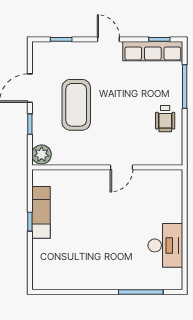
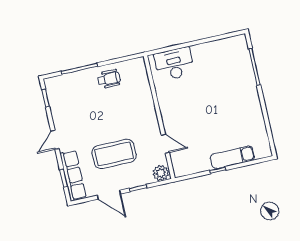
row of seats: (153, 51) -> (73, 175), moved
door: (121, 167) -> (165, 144), moved
exam couch: (41, 212) -> (232, 157), moved
desk: (165, 245) -> (174, 64), moved

